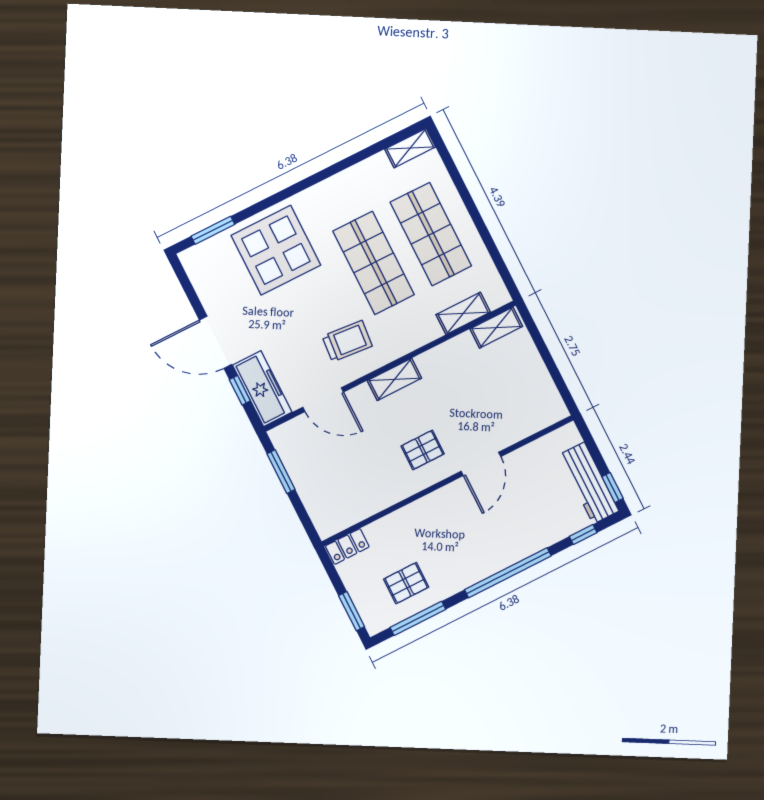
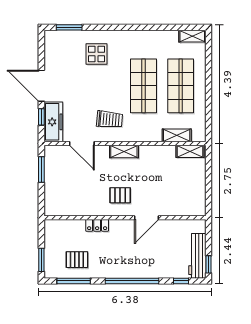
display table: (276, 250) -> (96, 54), width x0.54, depth x0.54
locker: (347, 546) -> (97, 225), moved

